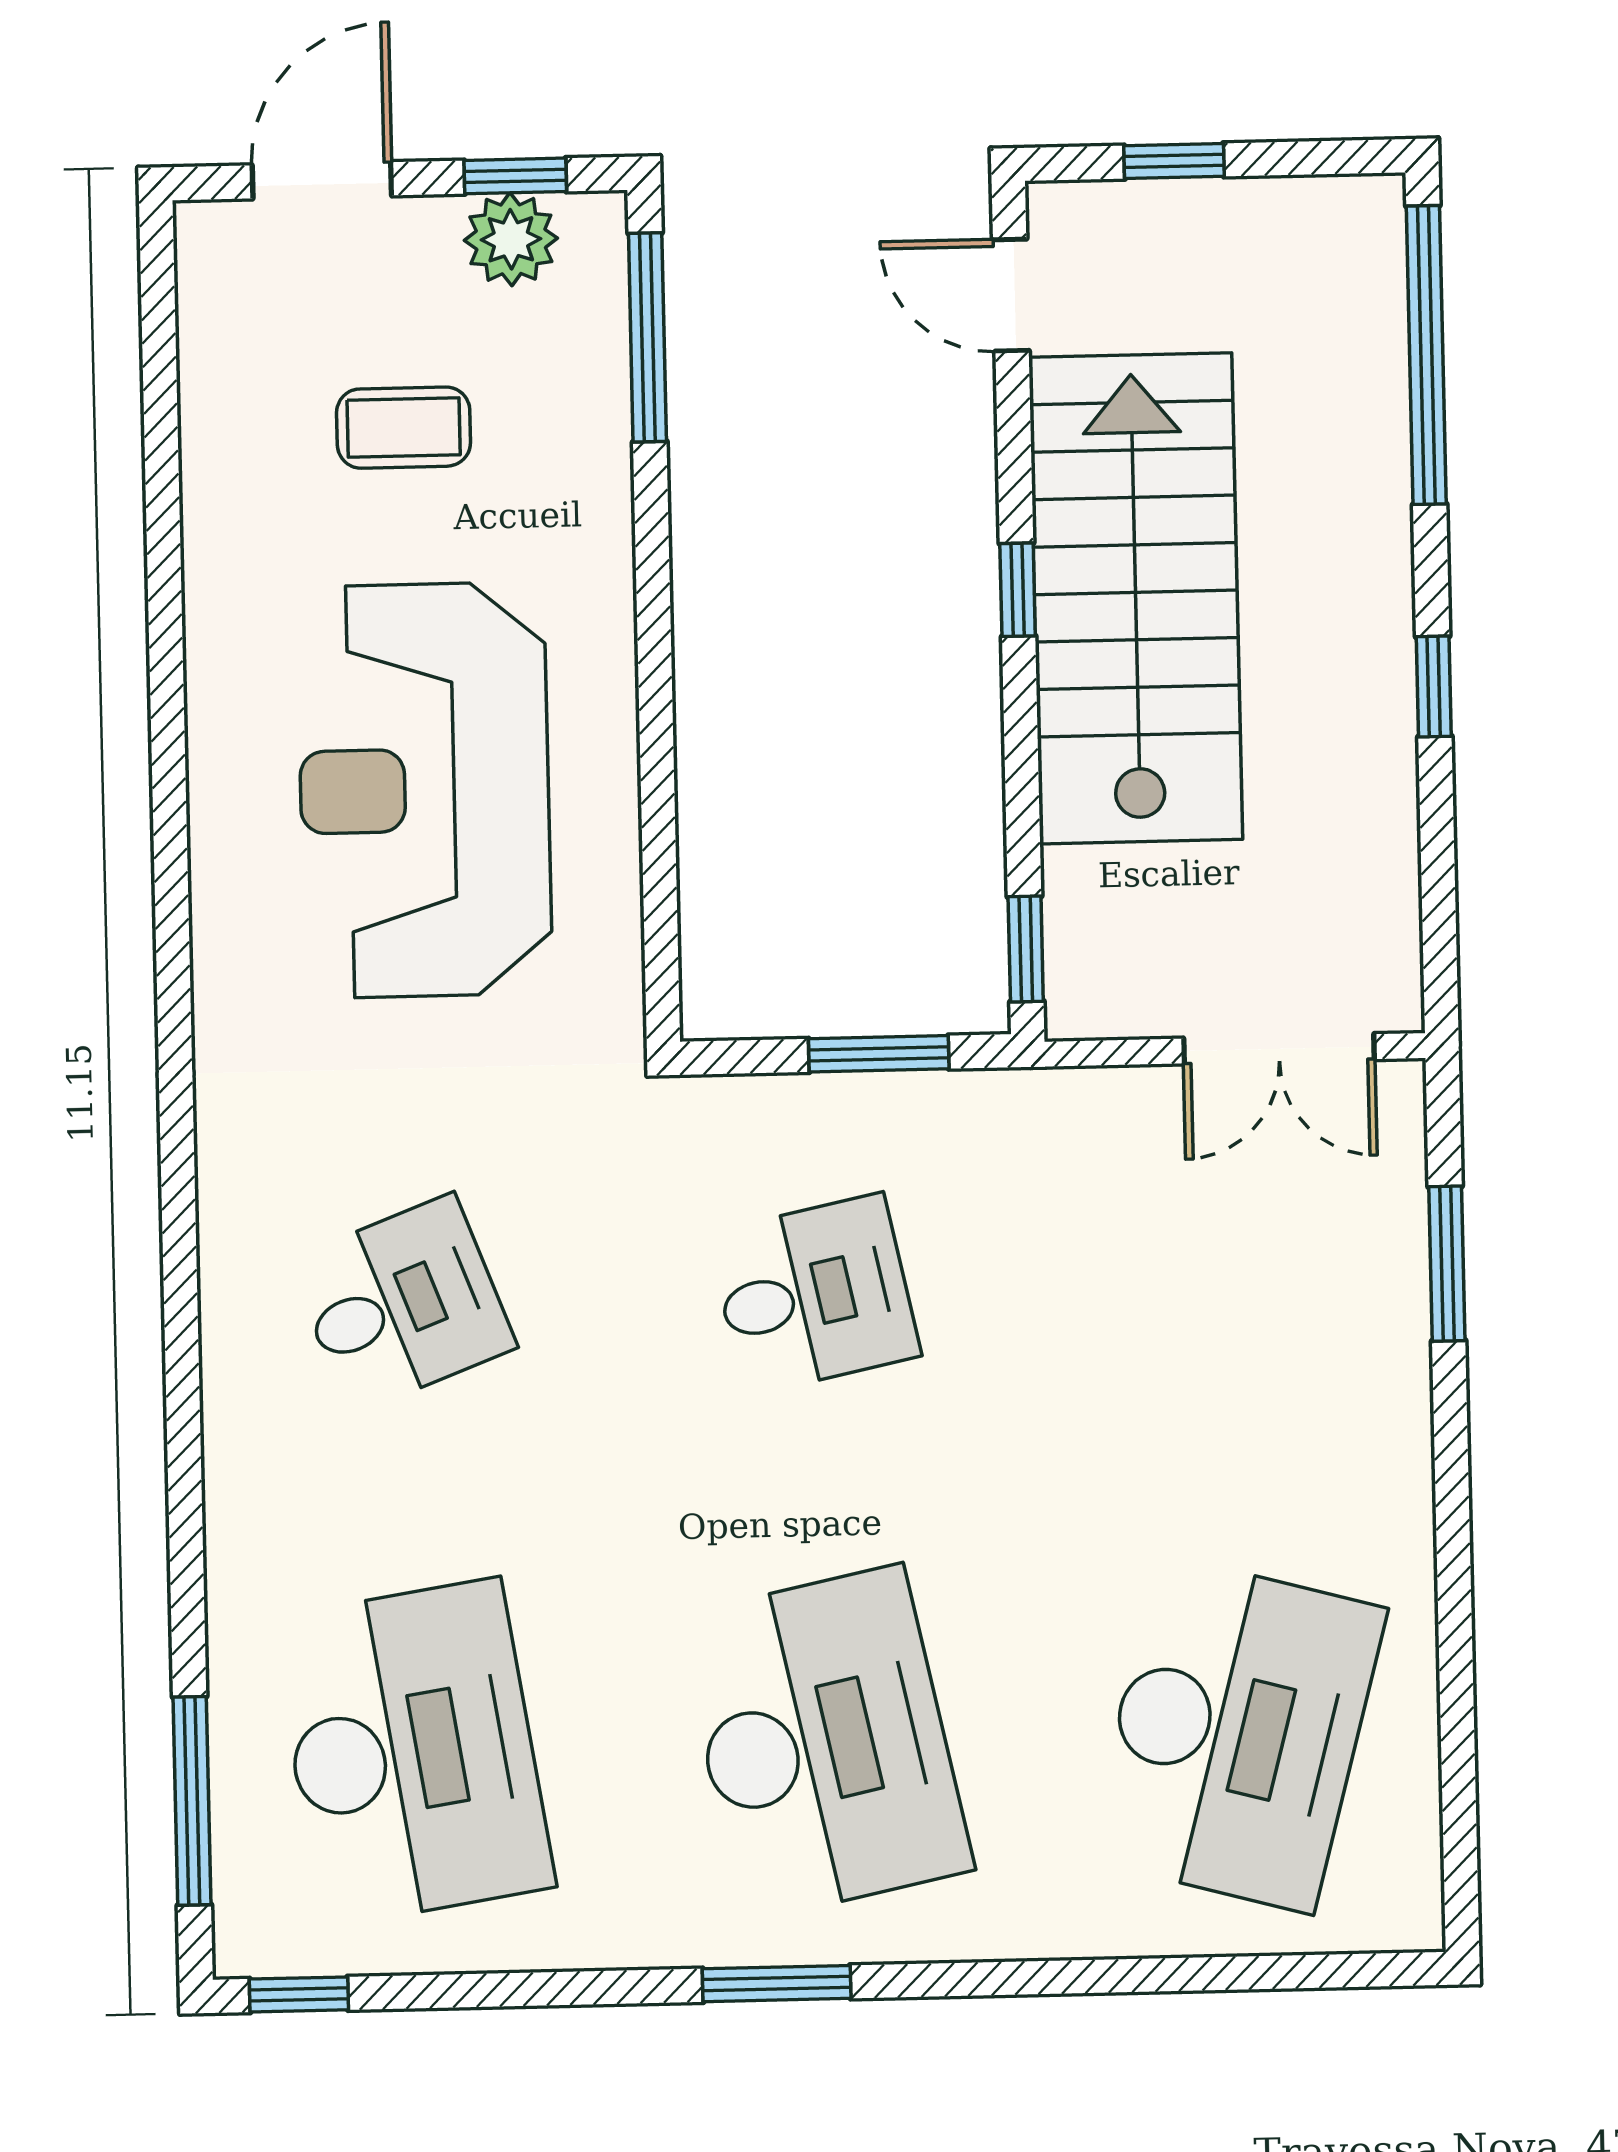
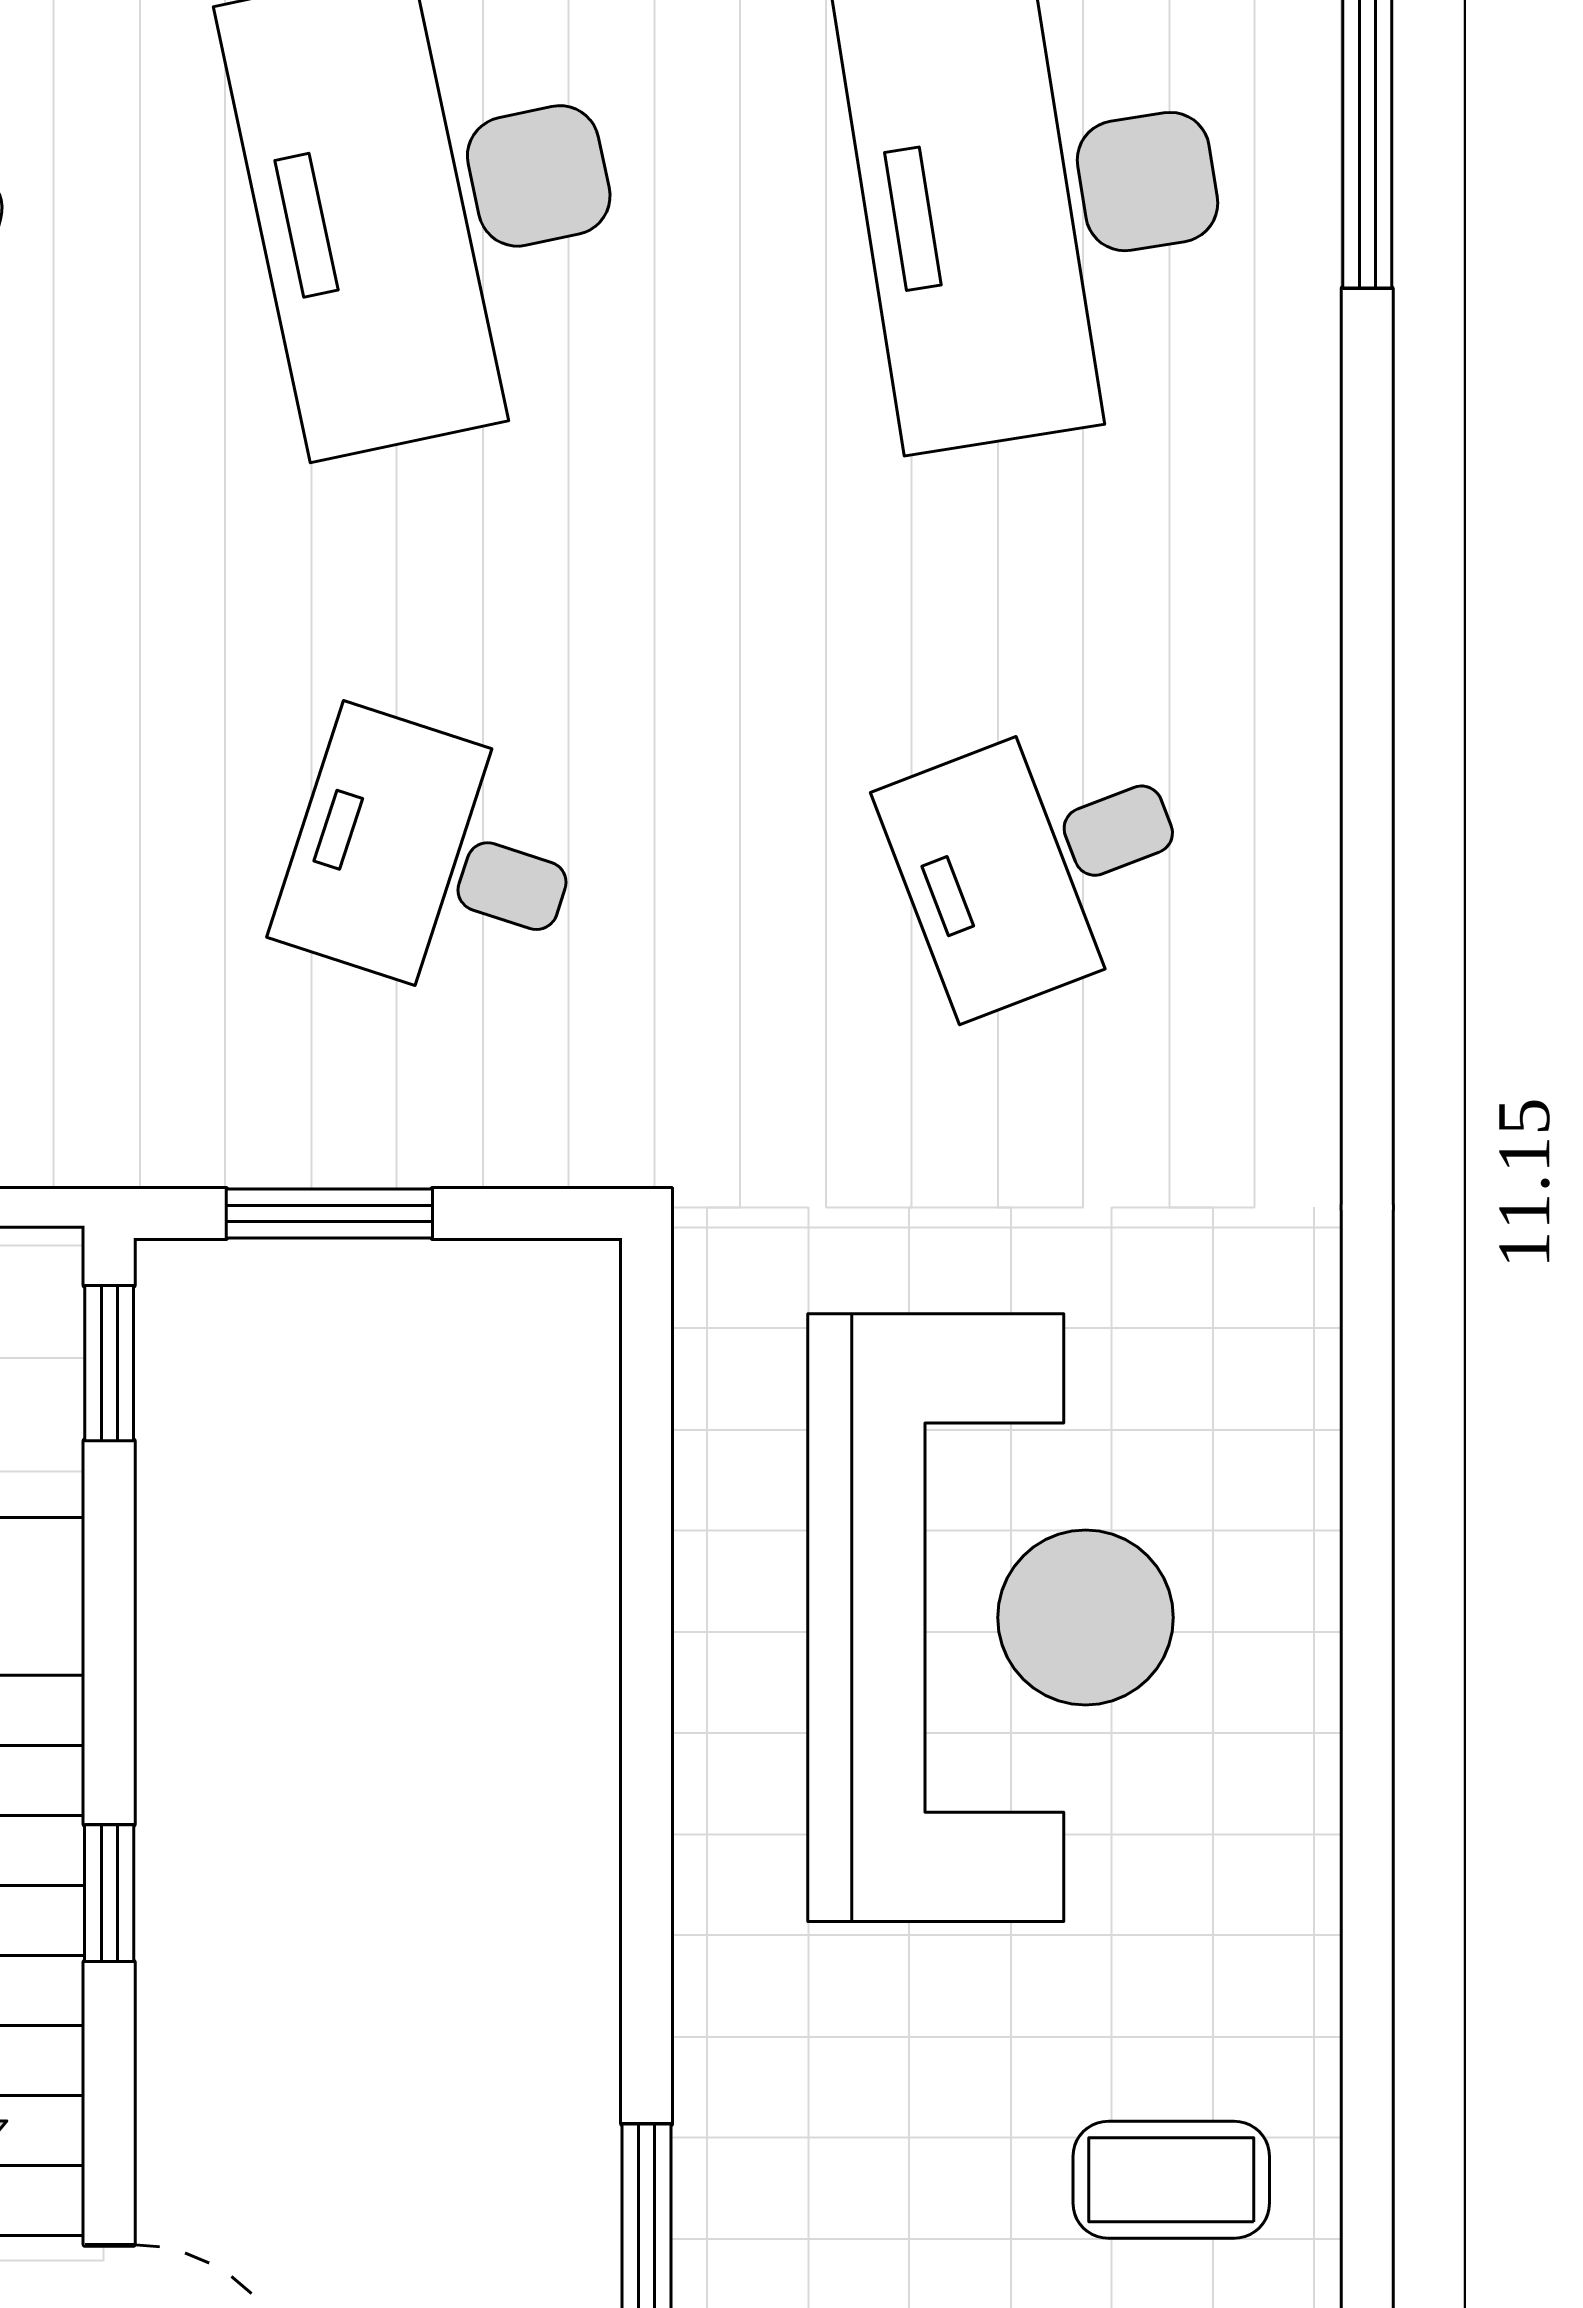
coffee table: (404, 428) -> (1171, 2180), moved
desk: (814, 1295) -> (433, 860), turned 30

